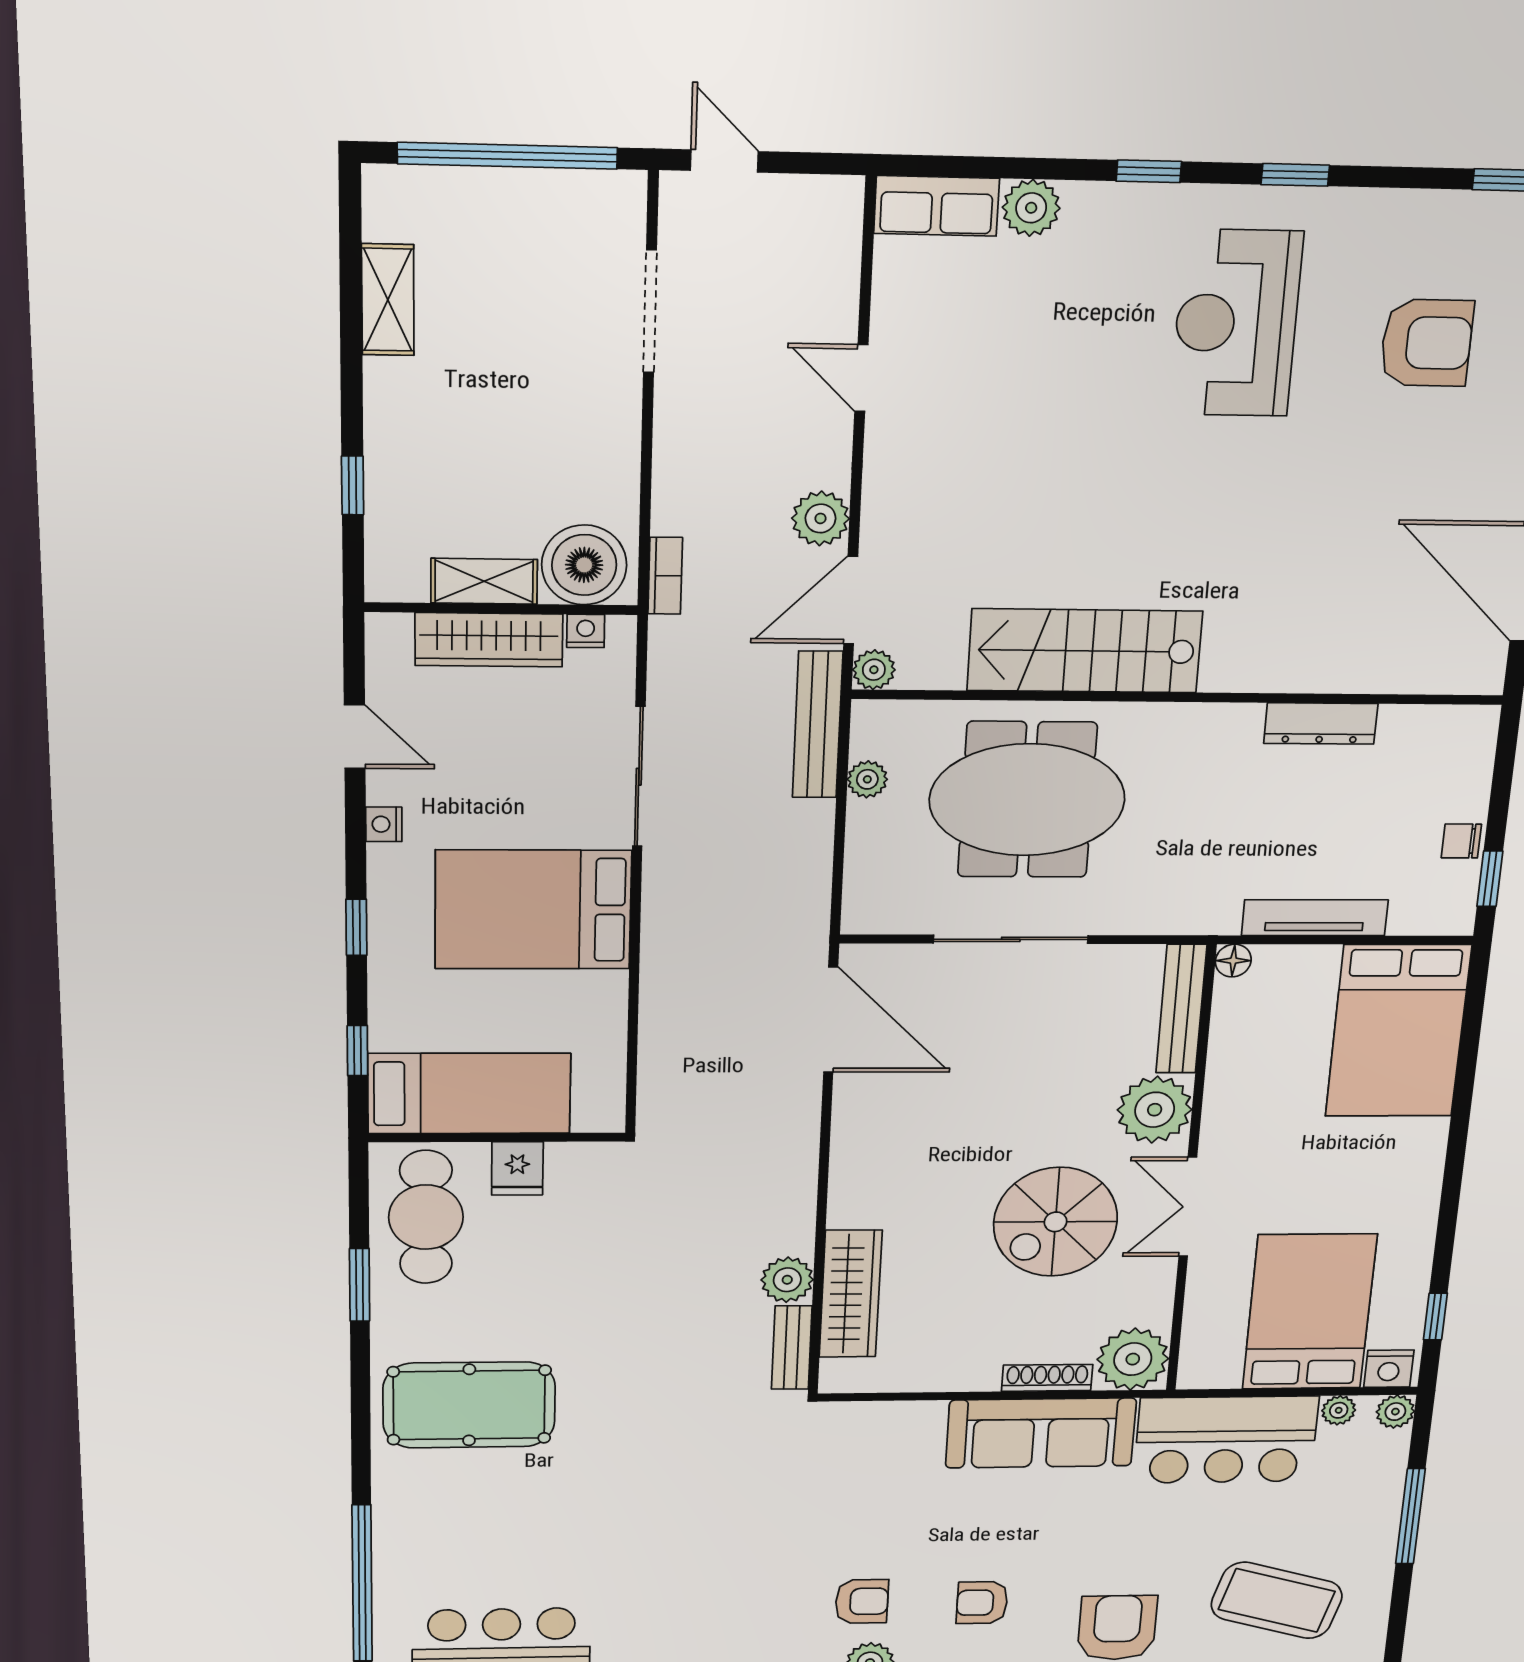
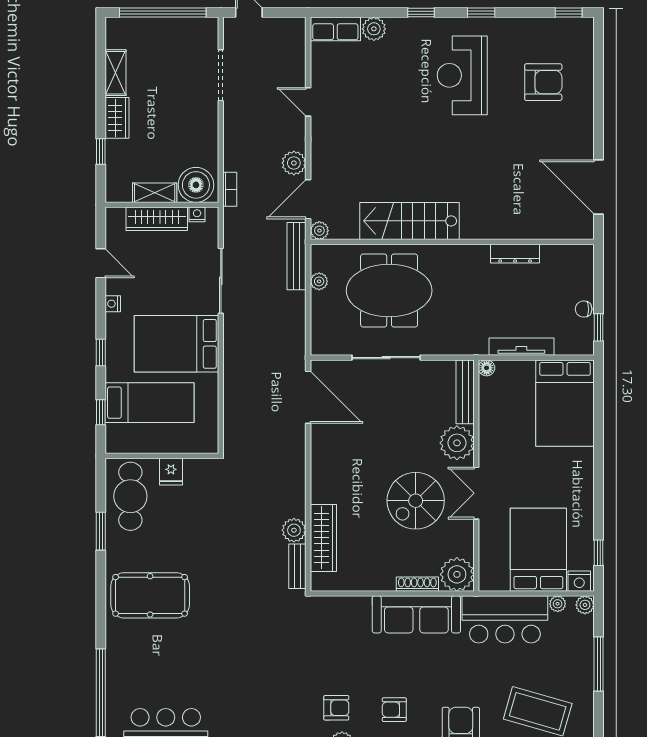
wardrobe: (392, 408) -> (117, 118), added
bed: (469, 1094) -> (149, 403), moved

